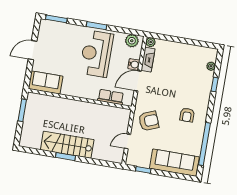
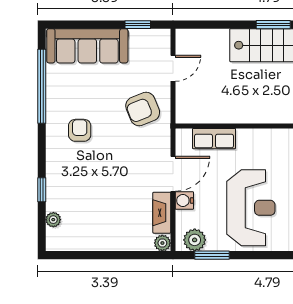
window: (96, 26) -> (212, 255), moved

